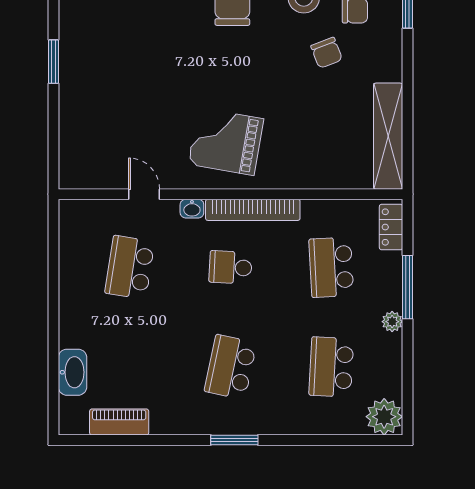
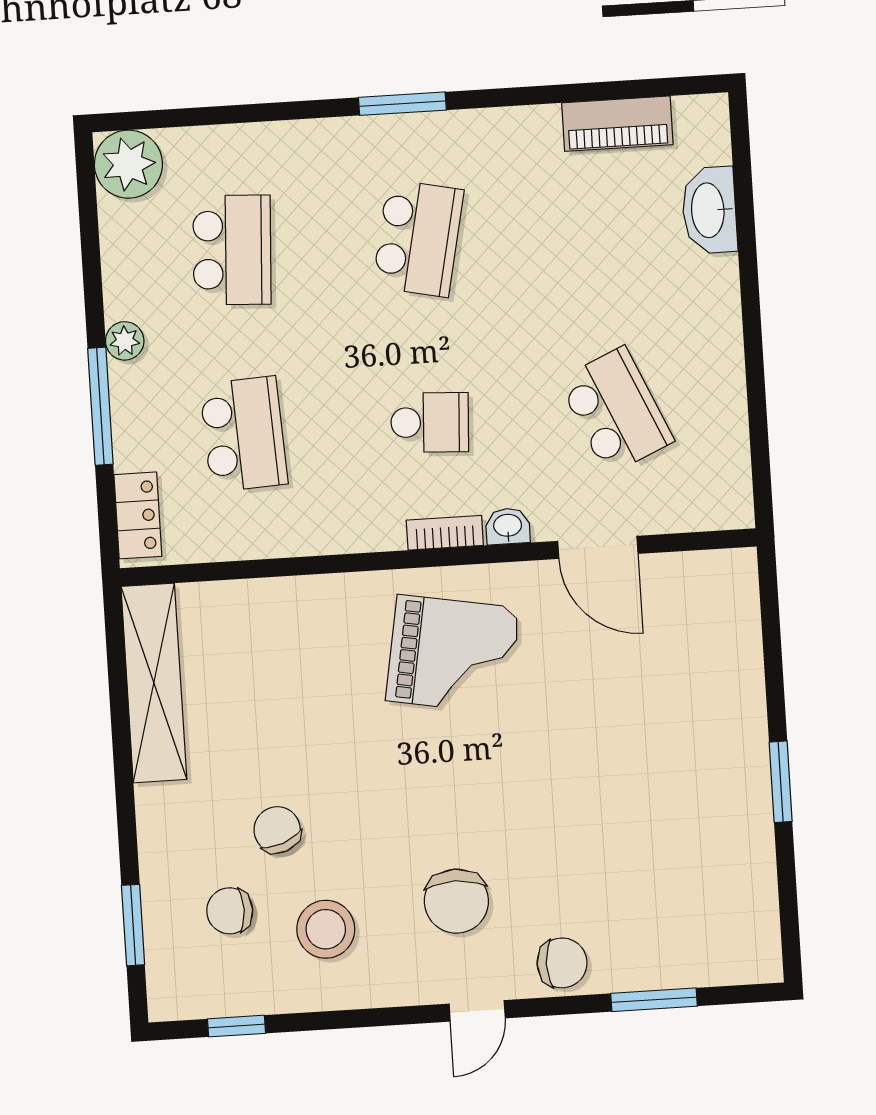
door: (144, 194) -> (598, 547), width x1.38
bookcase: (253, 210) -> (445, 533), width x0.43, depth x0.76
school desk: (130, 267) -> (616, 411), turned -33

